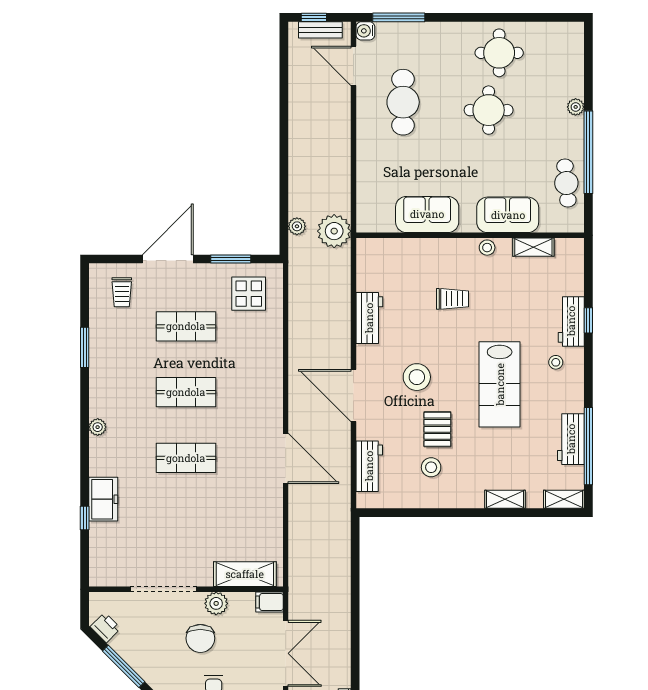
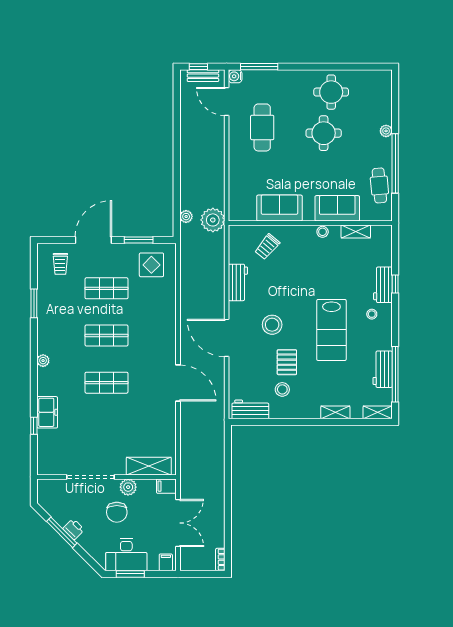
trolley: (452, 299) -> (267, 247), moved, turned 130
workbench: (369, 466) -> (250, 409), moved, turned -90
printer: (106, 627) -> (74, 529), moved

